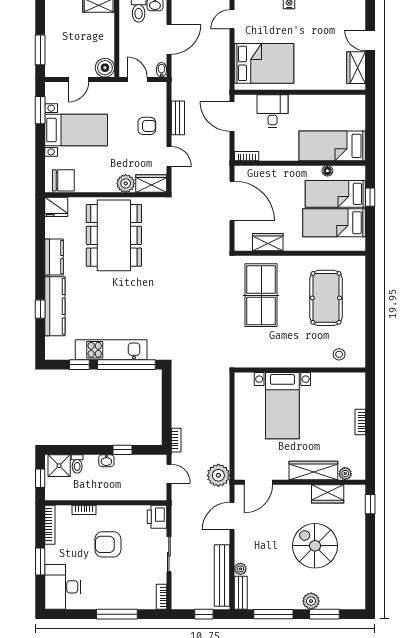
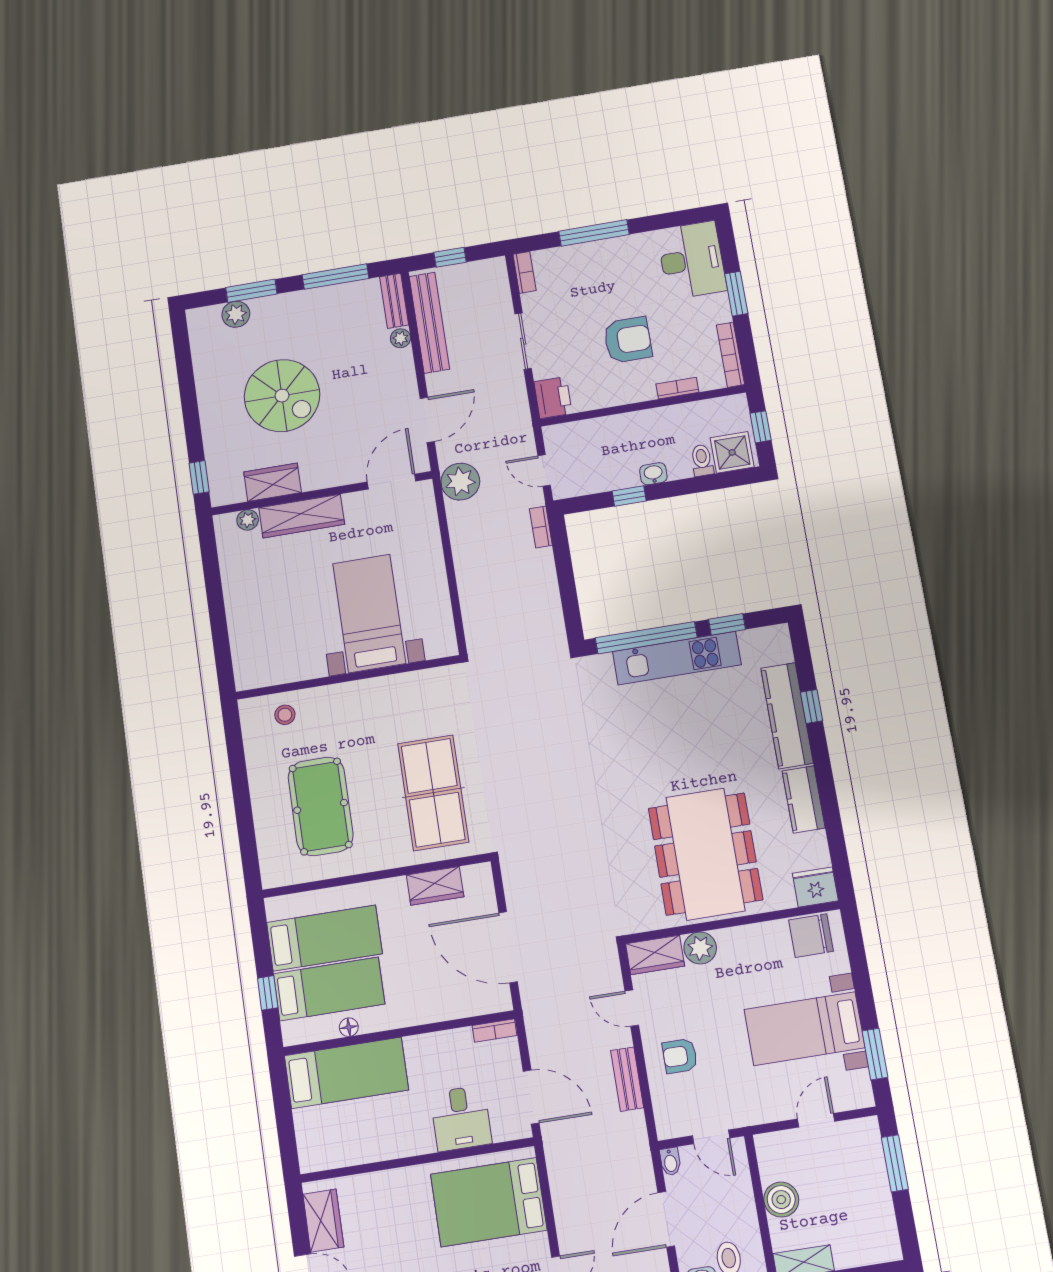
boiler: (105, 68) -> (781, 1200), moved
bookcase: (360, 422) -> (234, 608), removed
plant: (311, 601) -> (236, 314), moved

